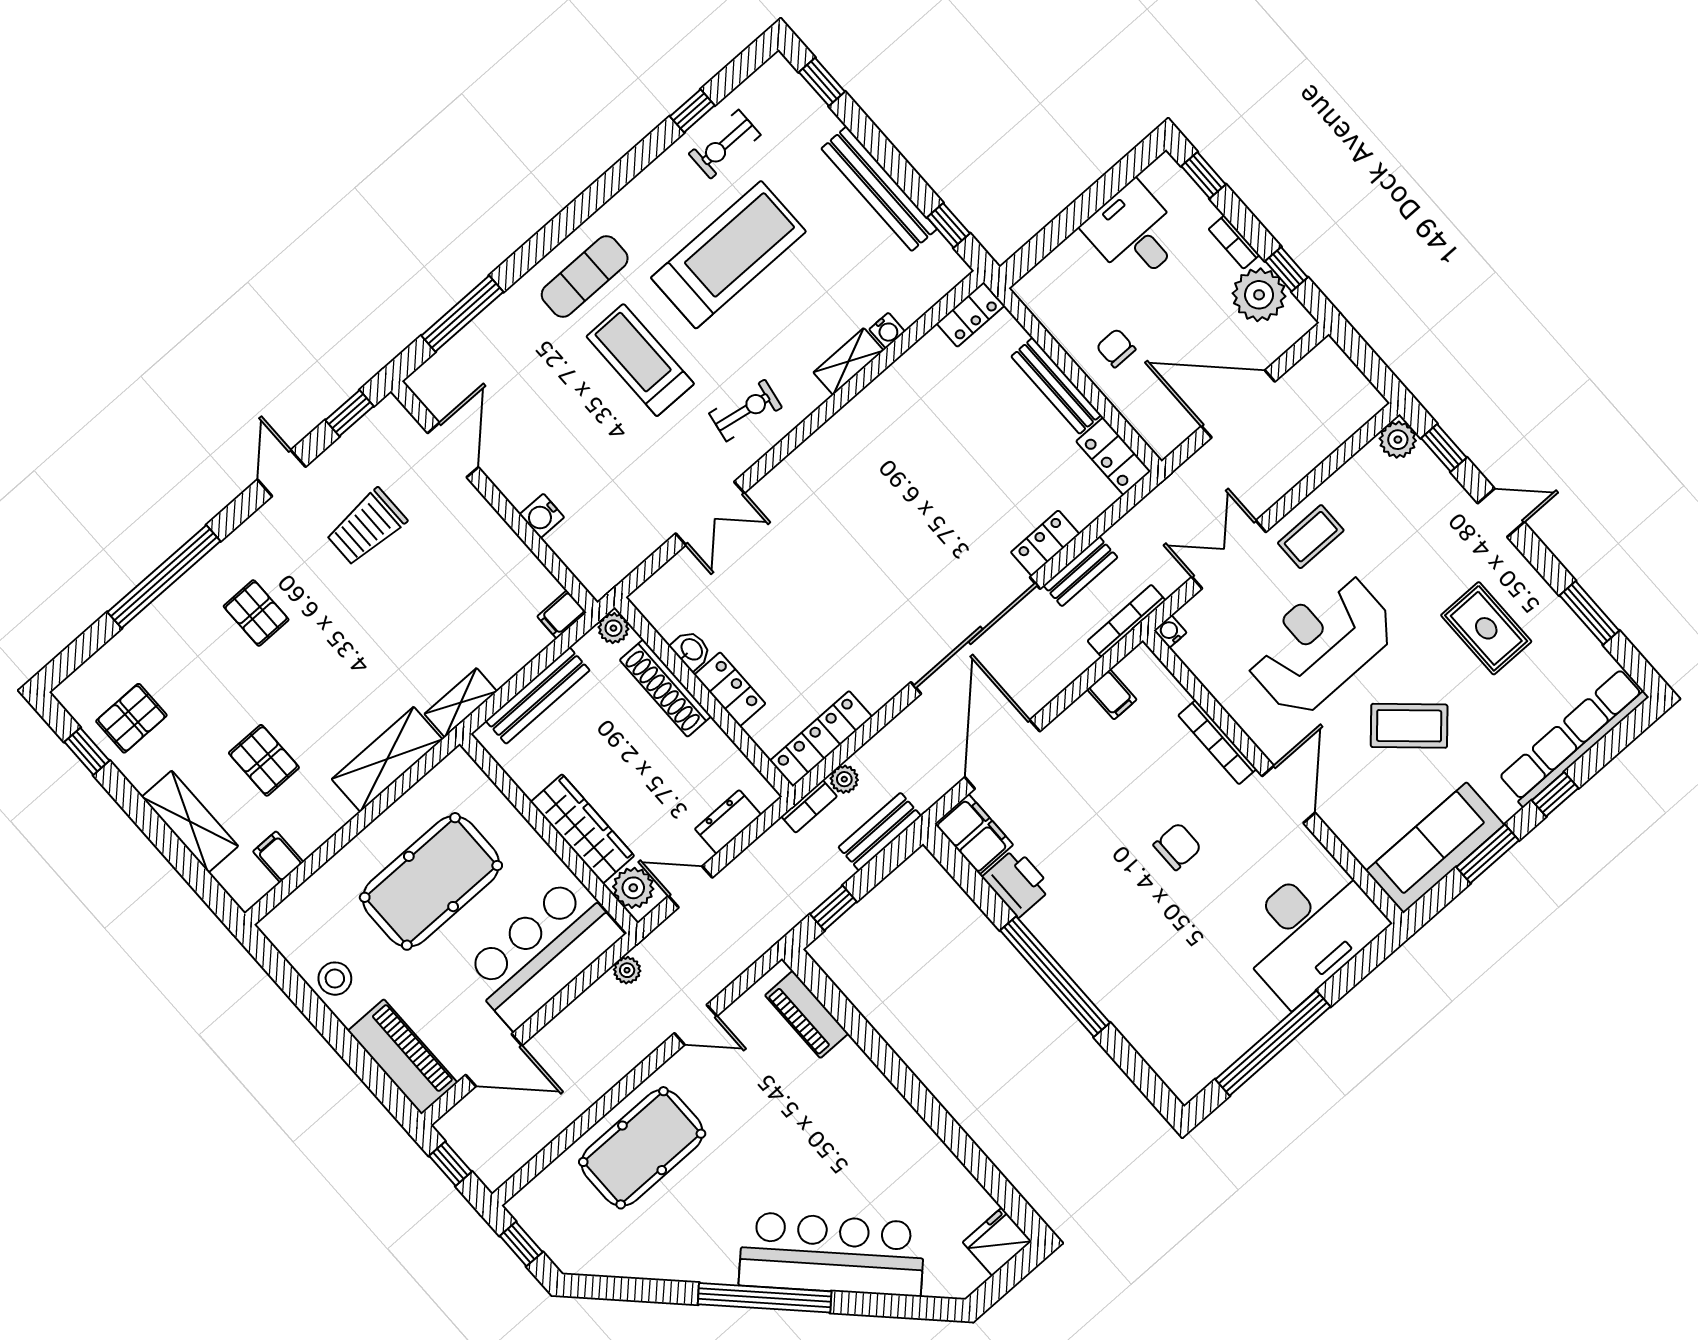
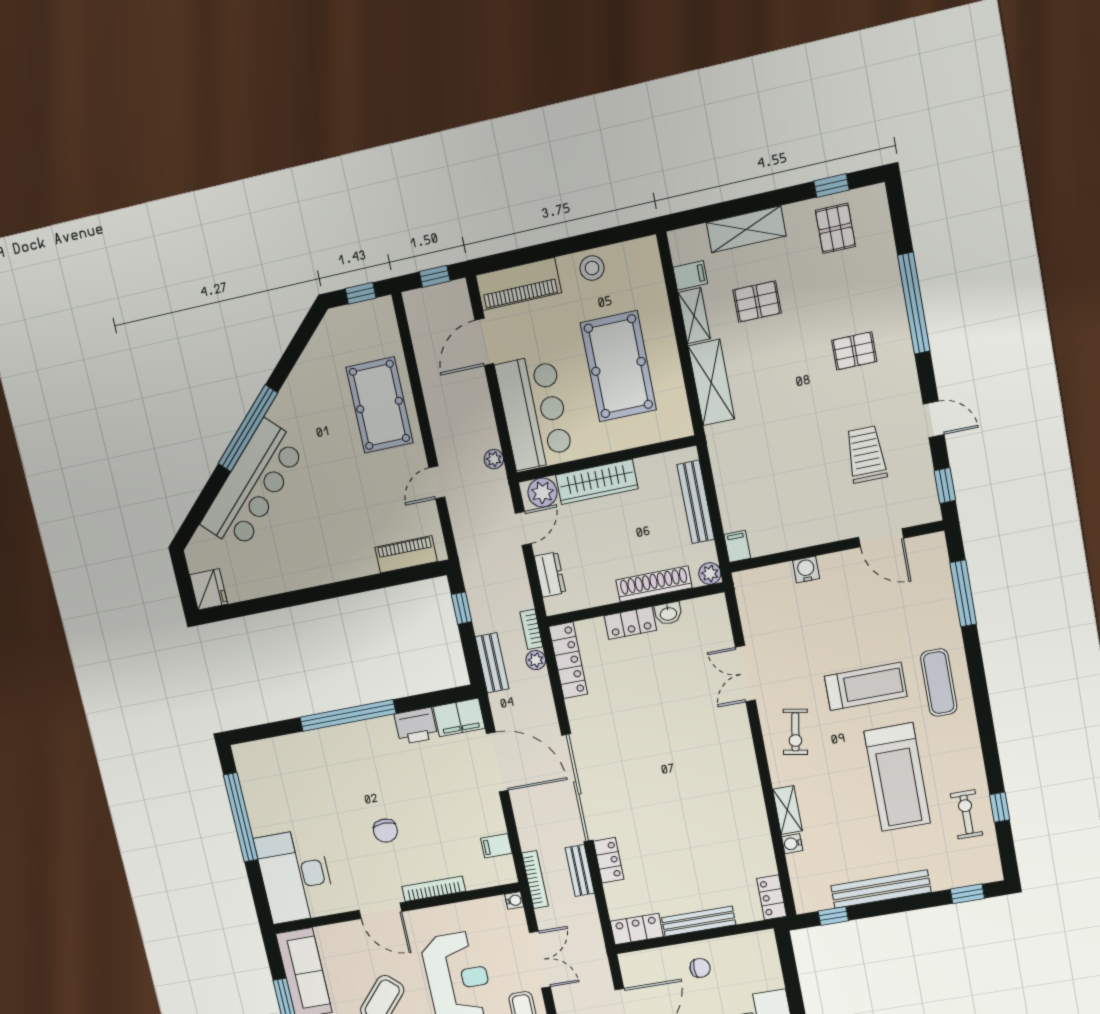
shelving: (461, 703) -> (694, 316), moved

